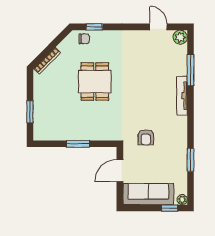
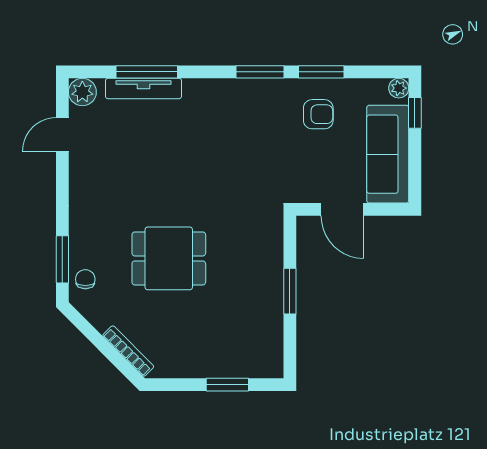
window: (94, 27) -> (62, 259), width x1.50
tv unit: (182, 96) -> (143, 88), moved
window: (191, 128) -> (260, 72), added
armchair: (146, 137) -> (318, 114), moved

